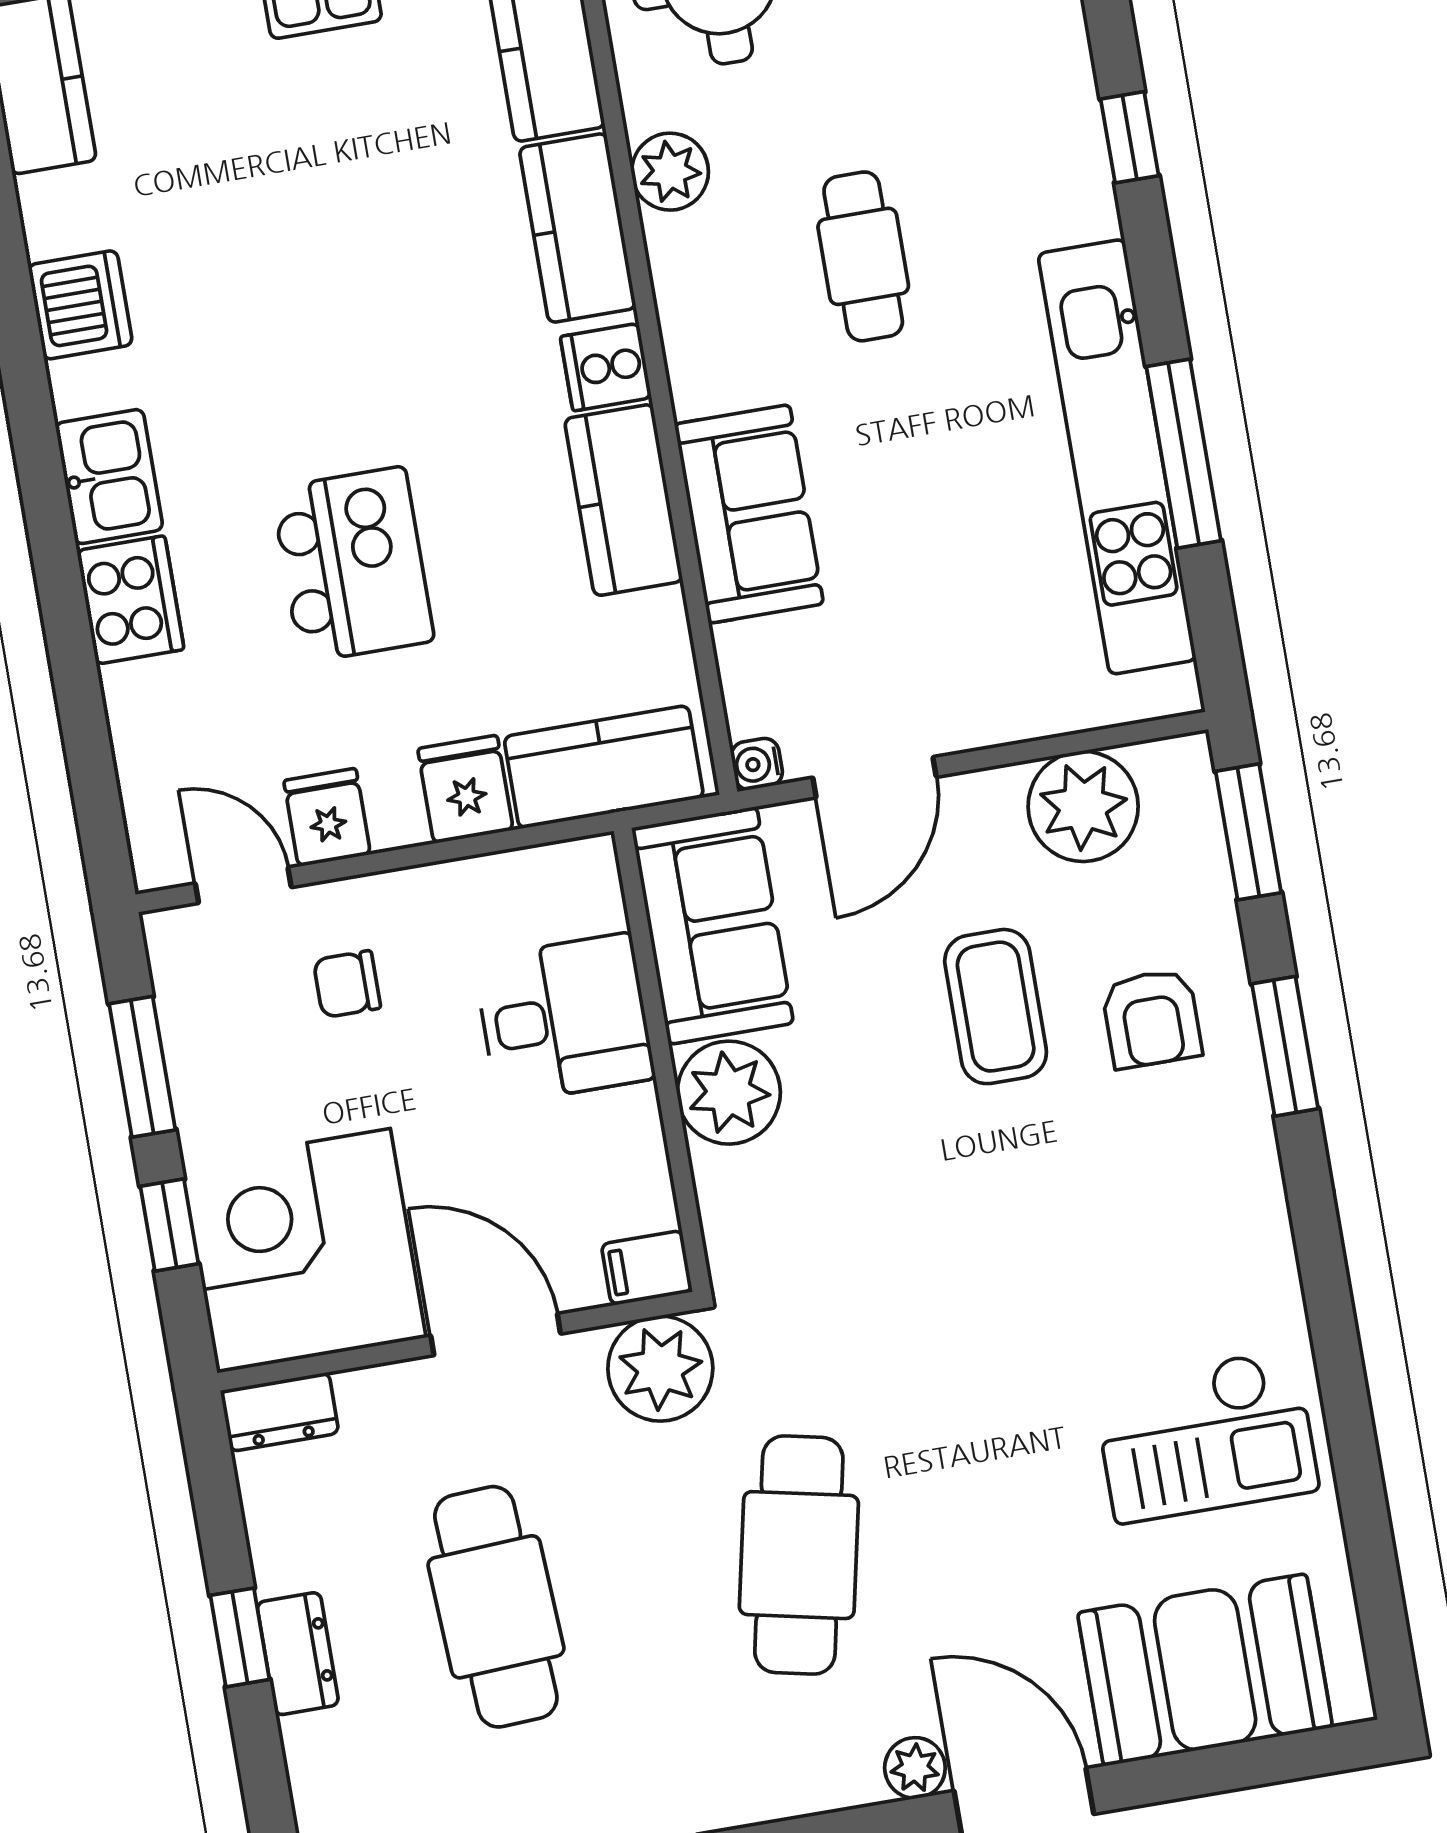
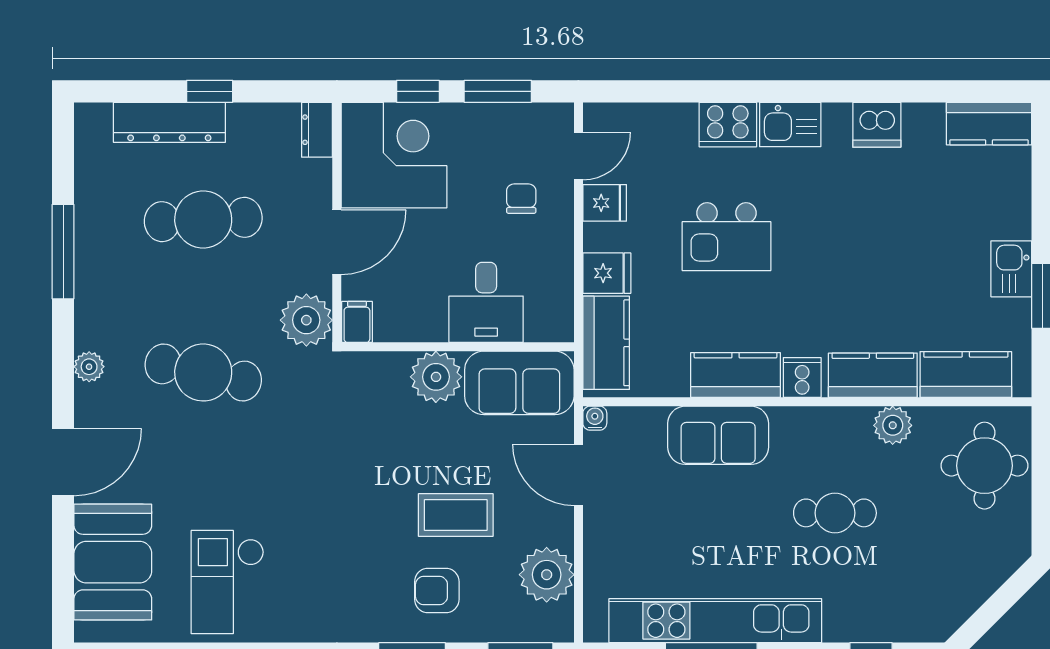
dresser: (298, 1654) -> (169, 122), width x1.96, depth x1.24
plant: (915, 1768) -> (89, 367), moved

